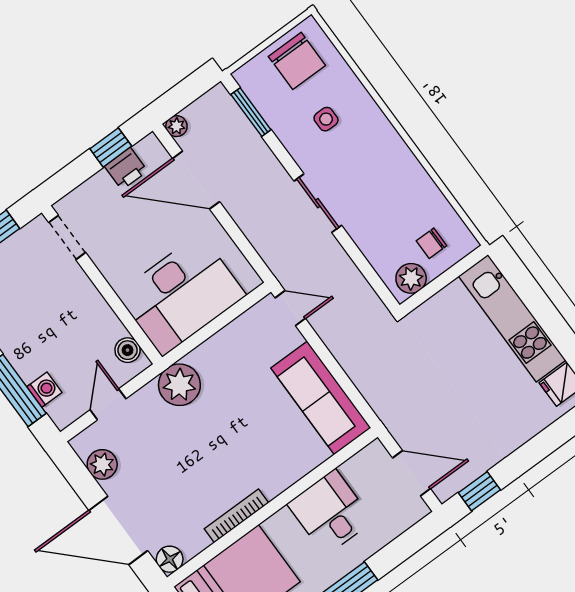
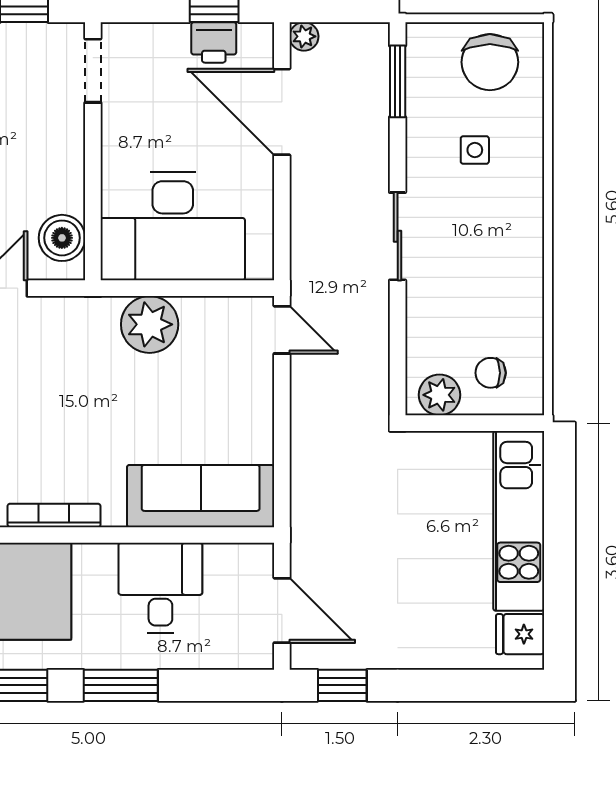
boiler: (128, 350) -> (62, 238), width x1.36, depth x1.36
plant: (179, 385) -> (150, 324), moved
sofa: (321, 398) -> (201, 496), moved, turned 90

